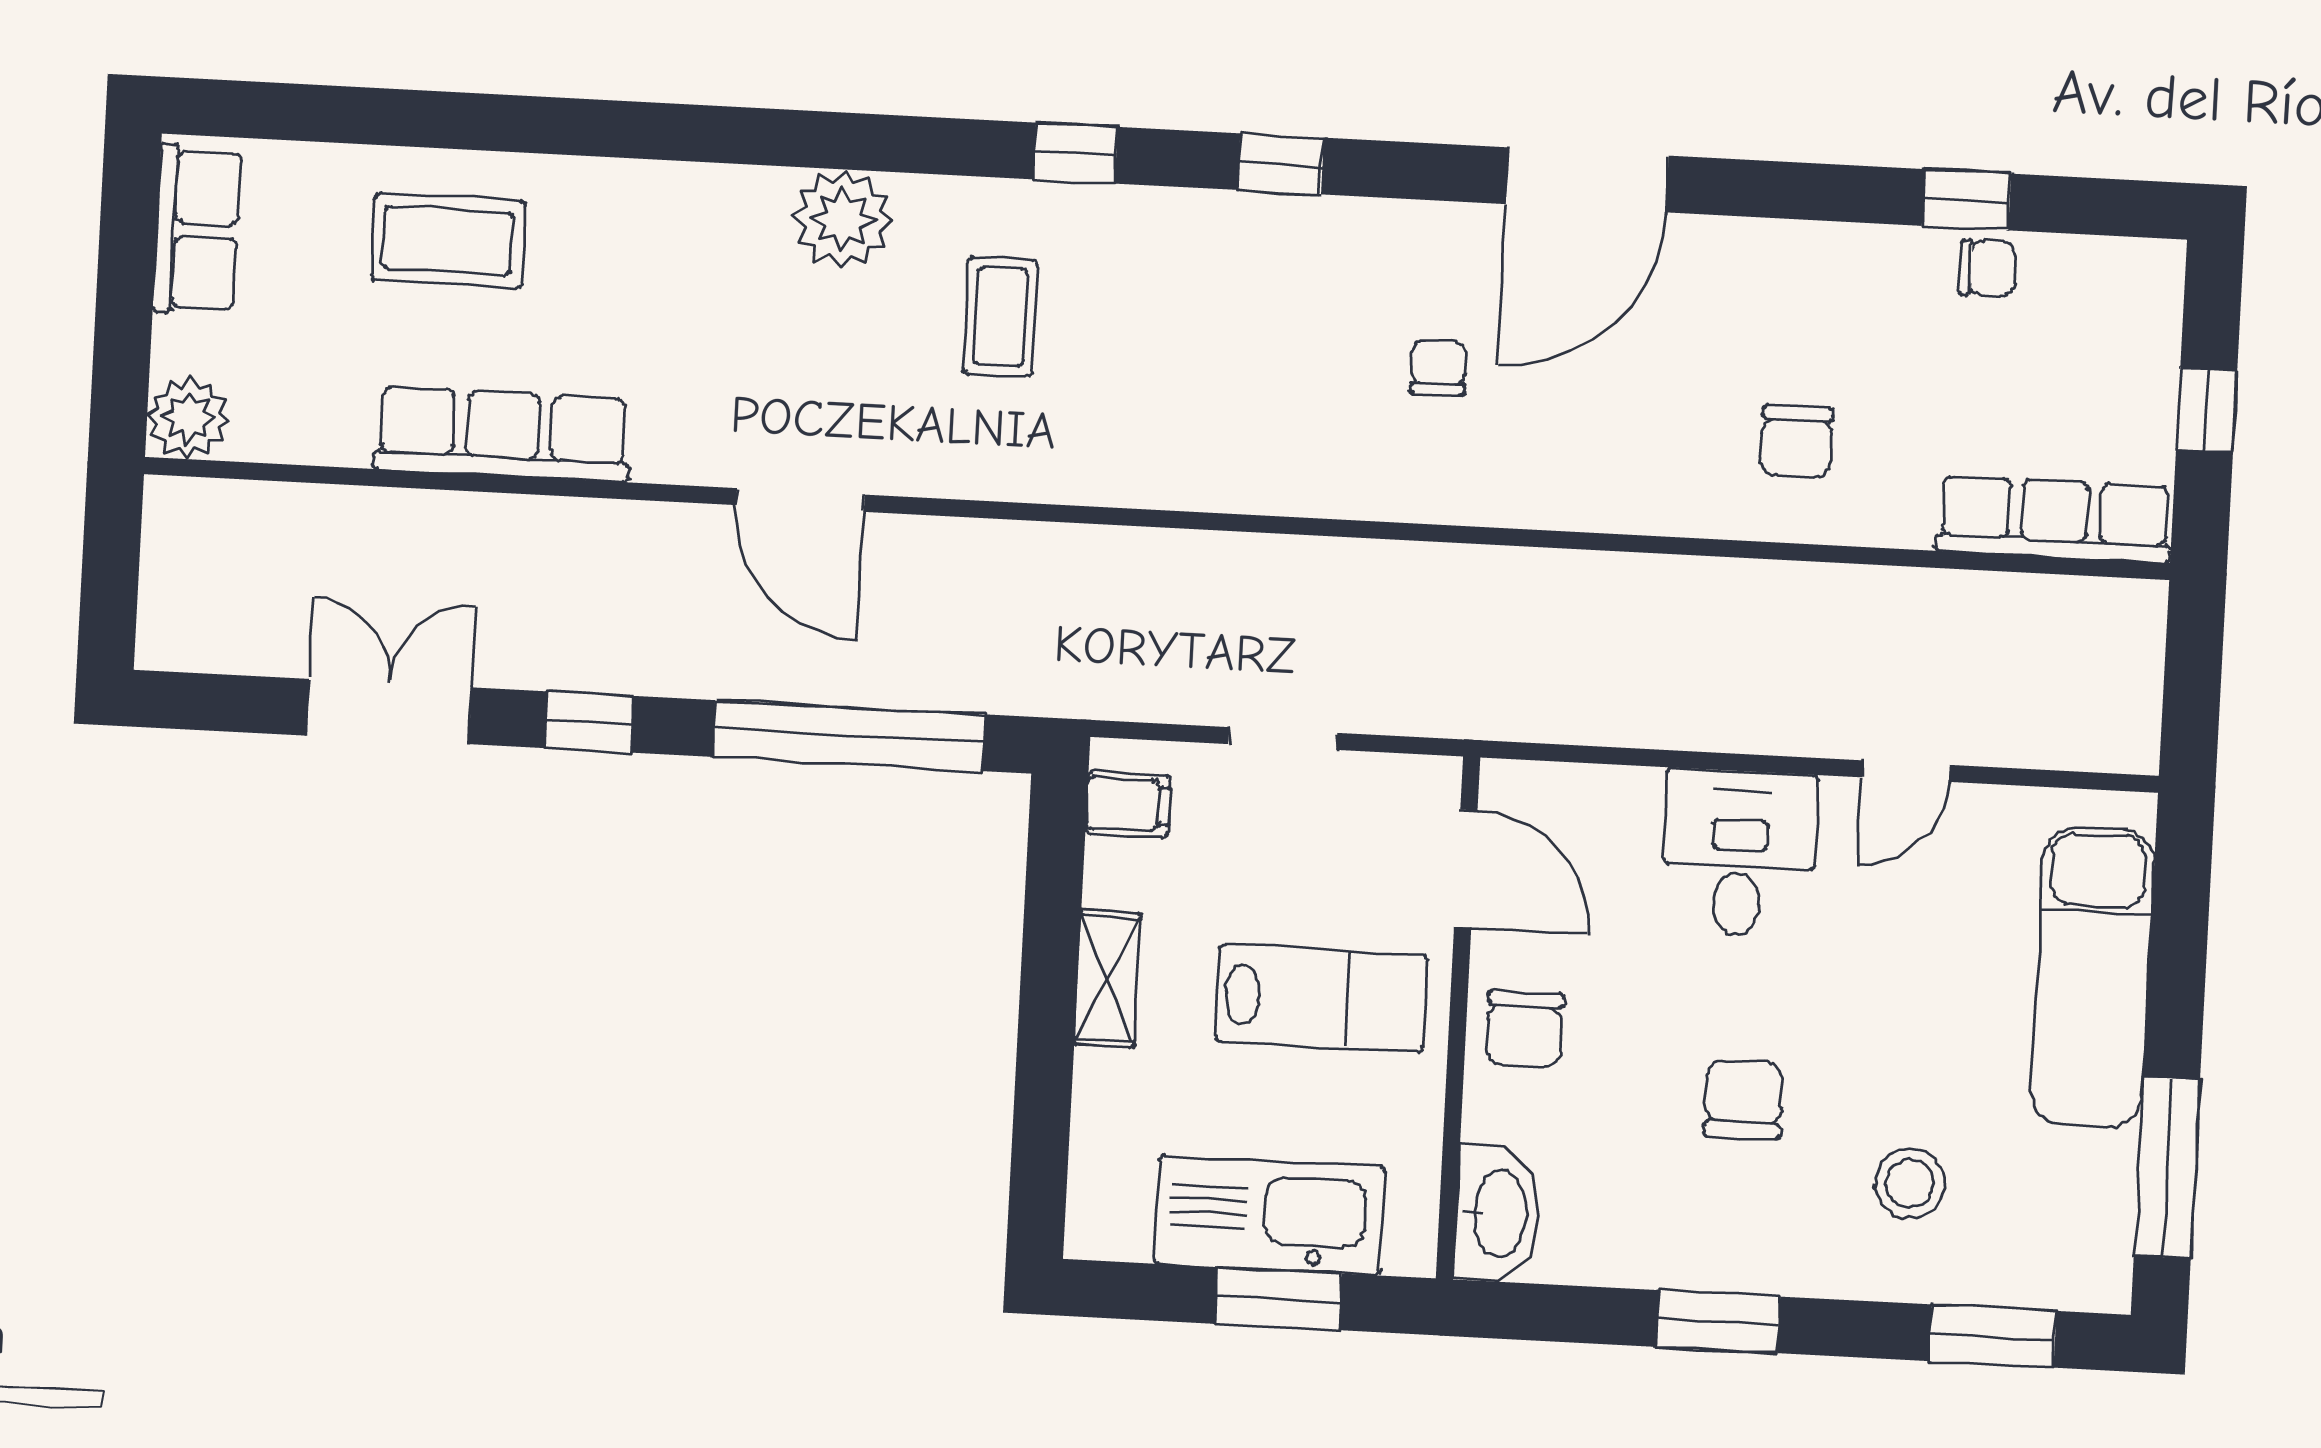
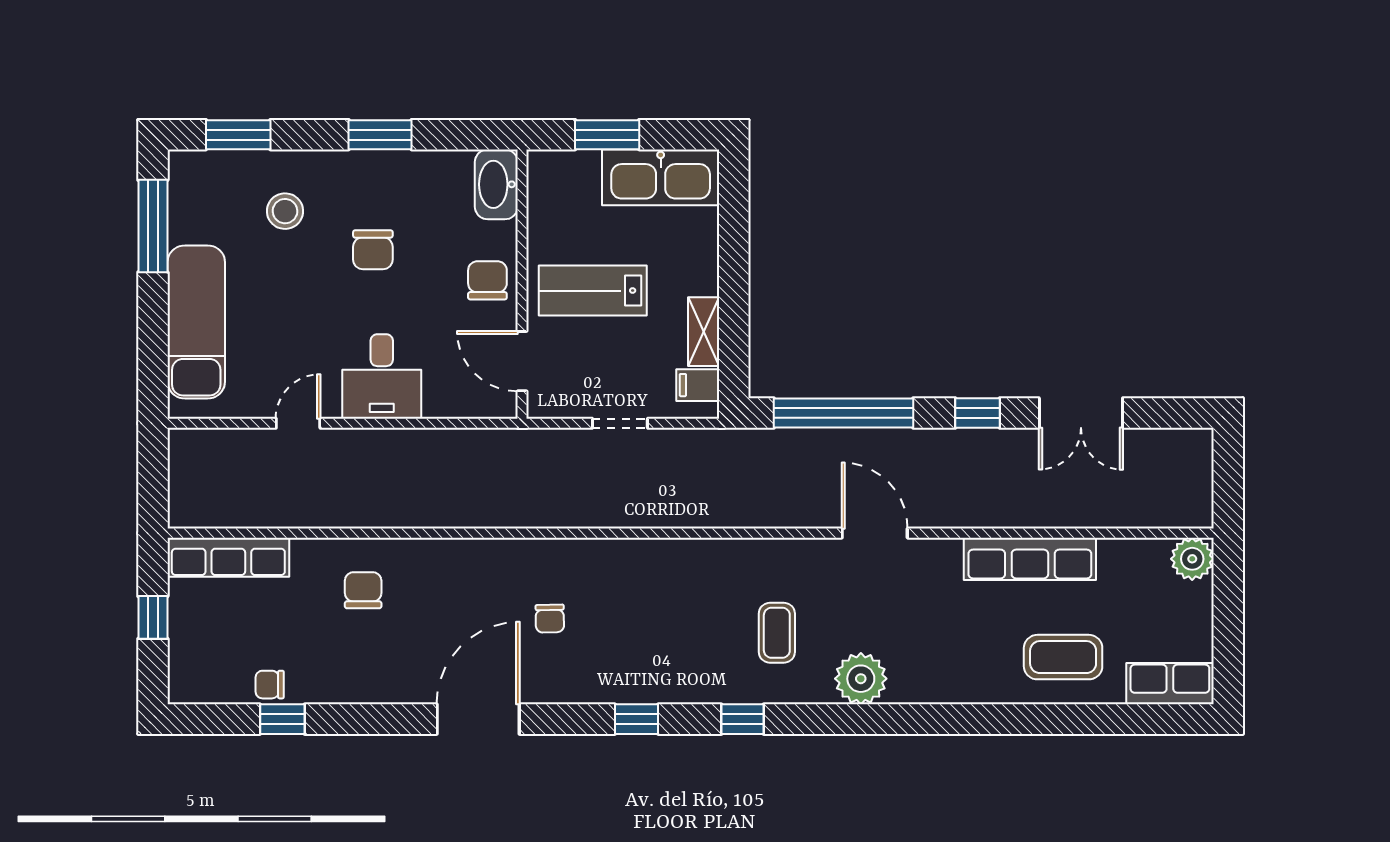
row of seats: (197, 230) -> (1170, 684), moved, turned 90
shelving: (1108, 979) -> (704, 332), moved
kitchen sink: (1270, 1215) -> (661, 177), moved

